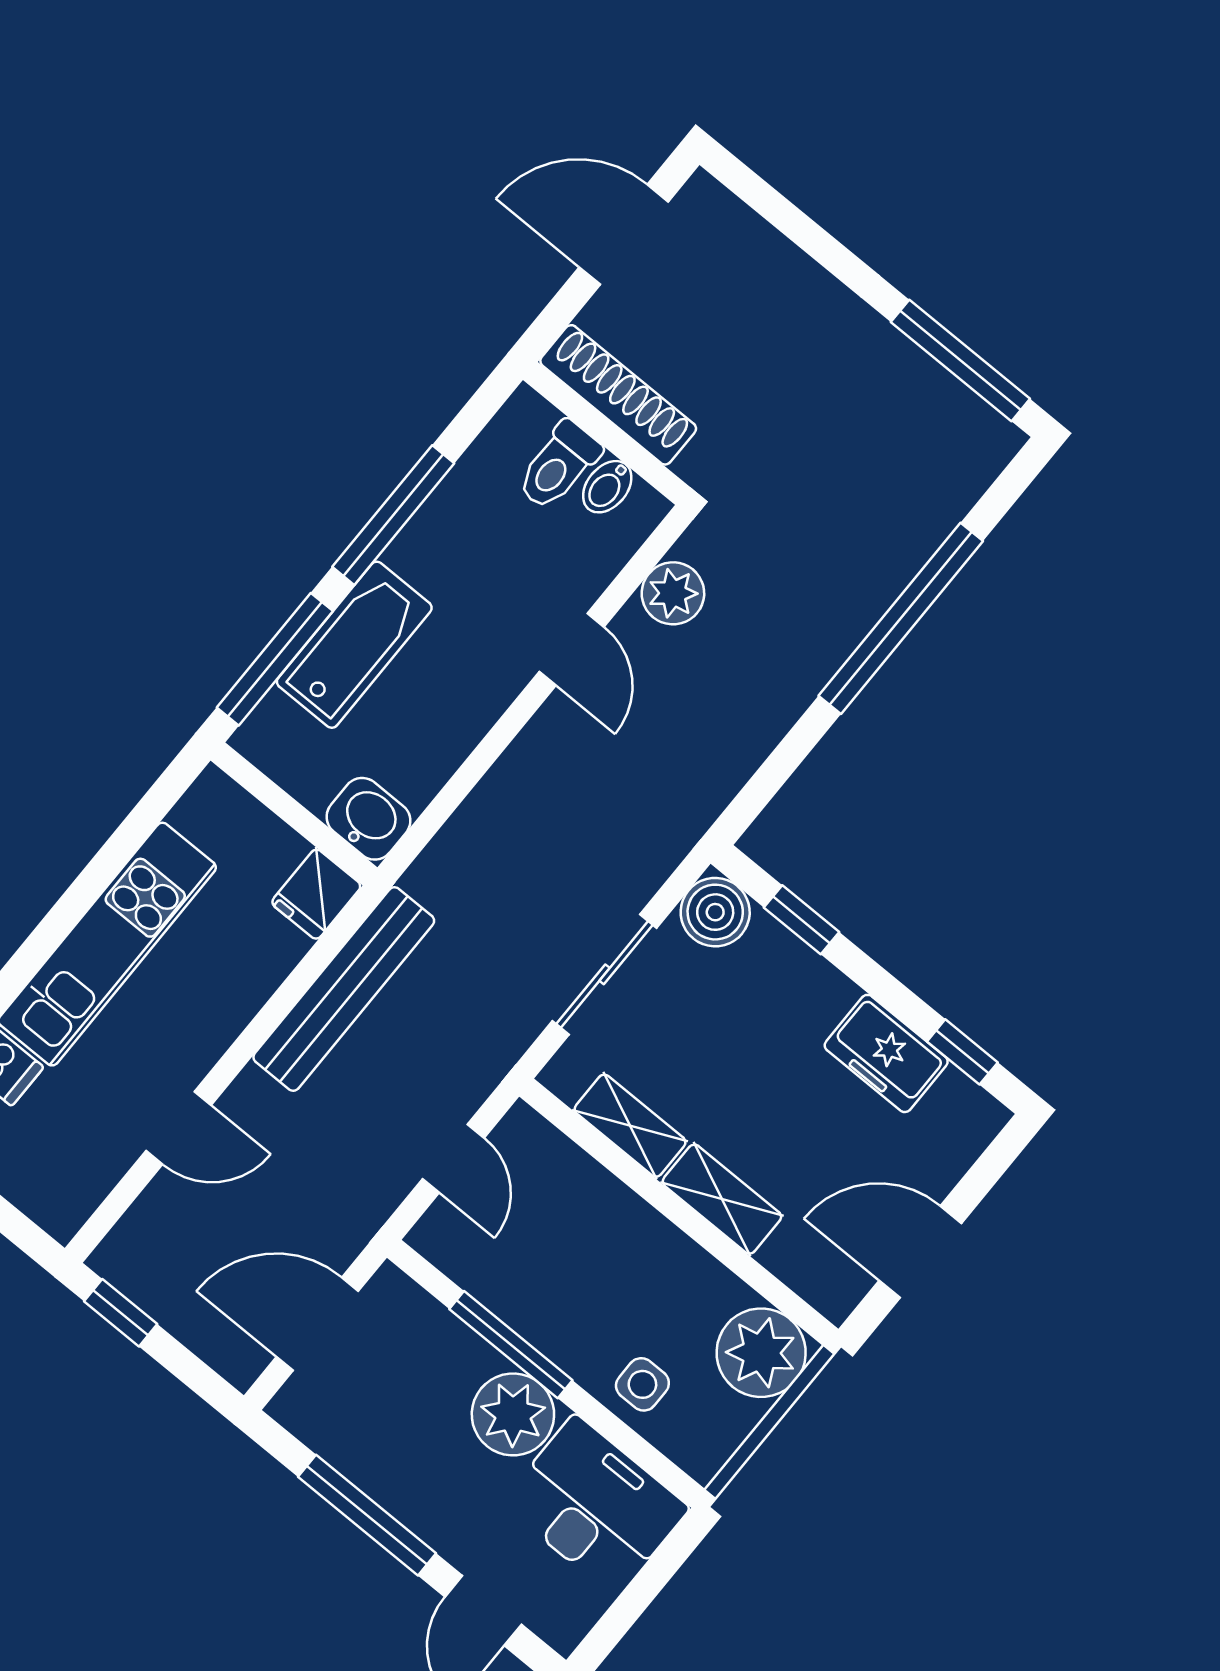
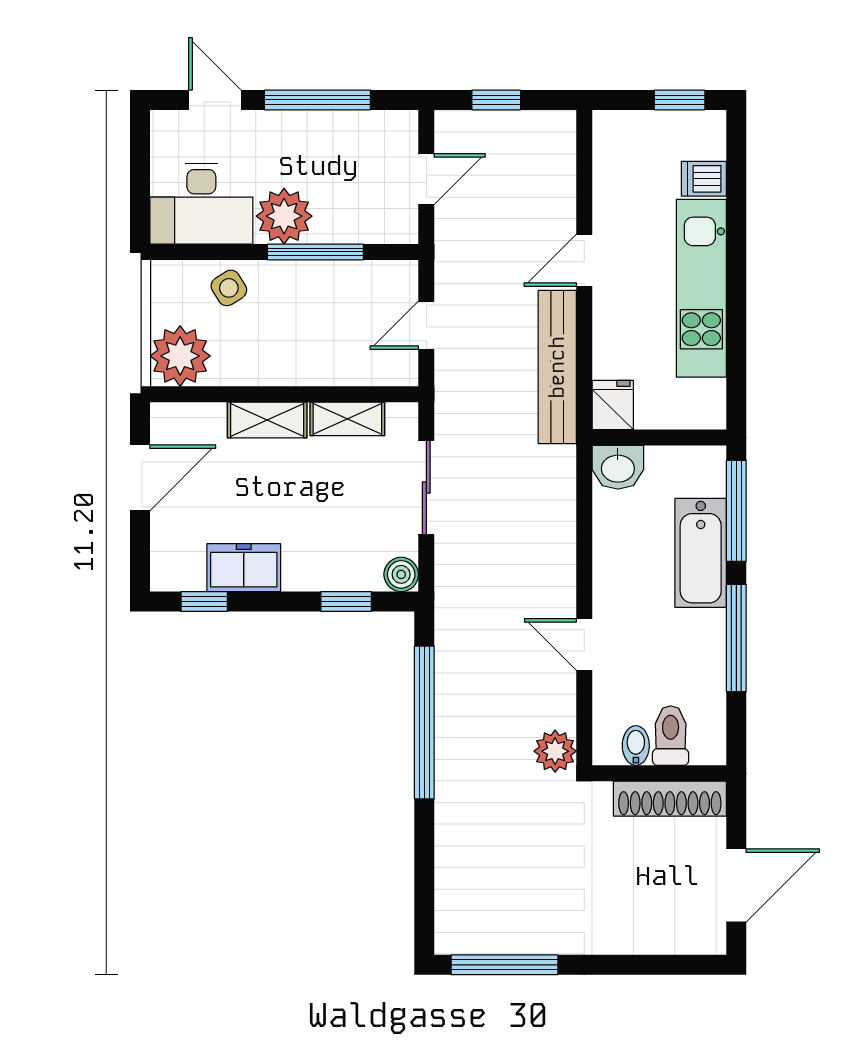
plant: (673, 593) -> (555, 751), moved
window: (901, 618) -> (424, 723), moved
boiler: (715, 912) -> (401, 574), width x0.73, depth x0.73
door: (179, 1128) -> (584, 260), moved
door: (453, 1158) -> (426, 325), hinge flipped
window: (121, 1313) -> (496, 100), moved
door: (317, 1324) -> (426, 179), width x0.73
side table: (642, 1384) -> (229, 288), turned -32

